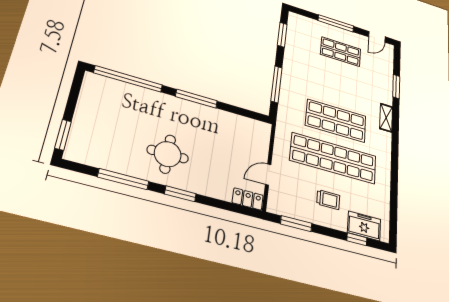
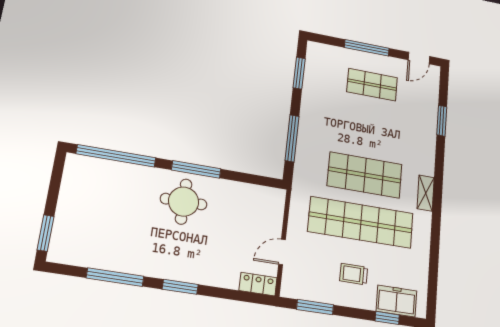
shelving: (386, 118) -> (426, 193), moved
round table: (168, 154) -> (184, 202), moved
trolley: (328, 200) -> (354, 274), turned 180

